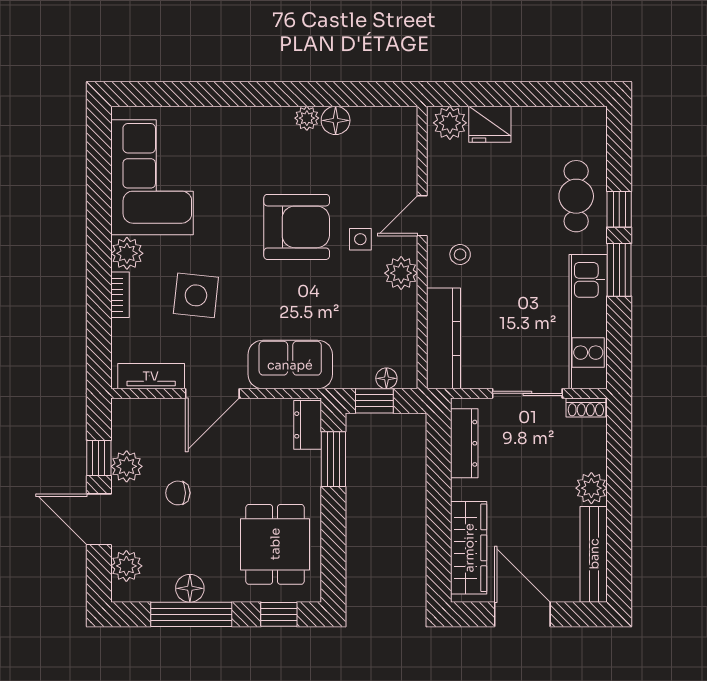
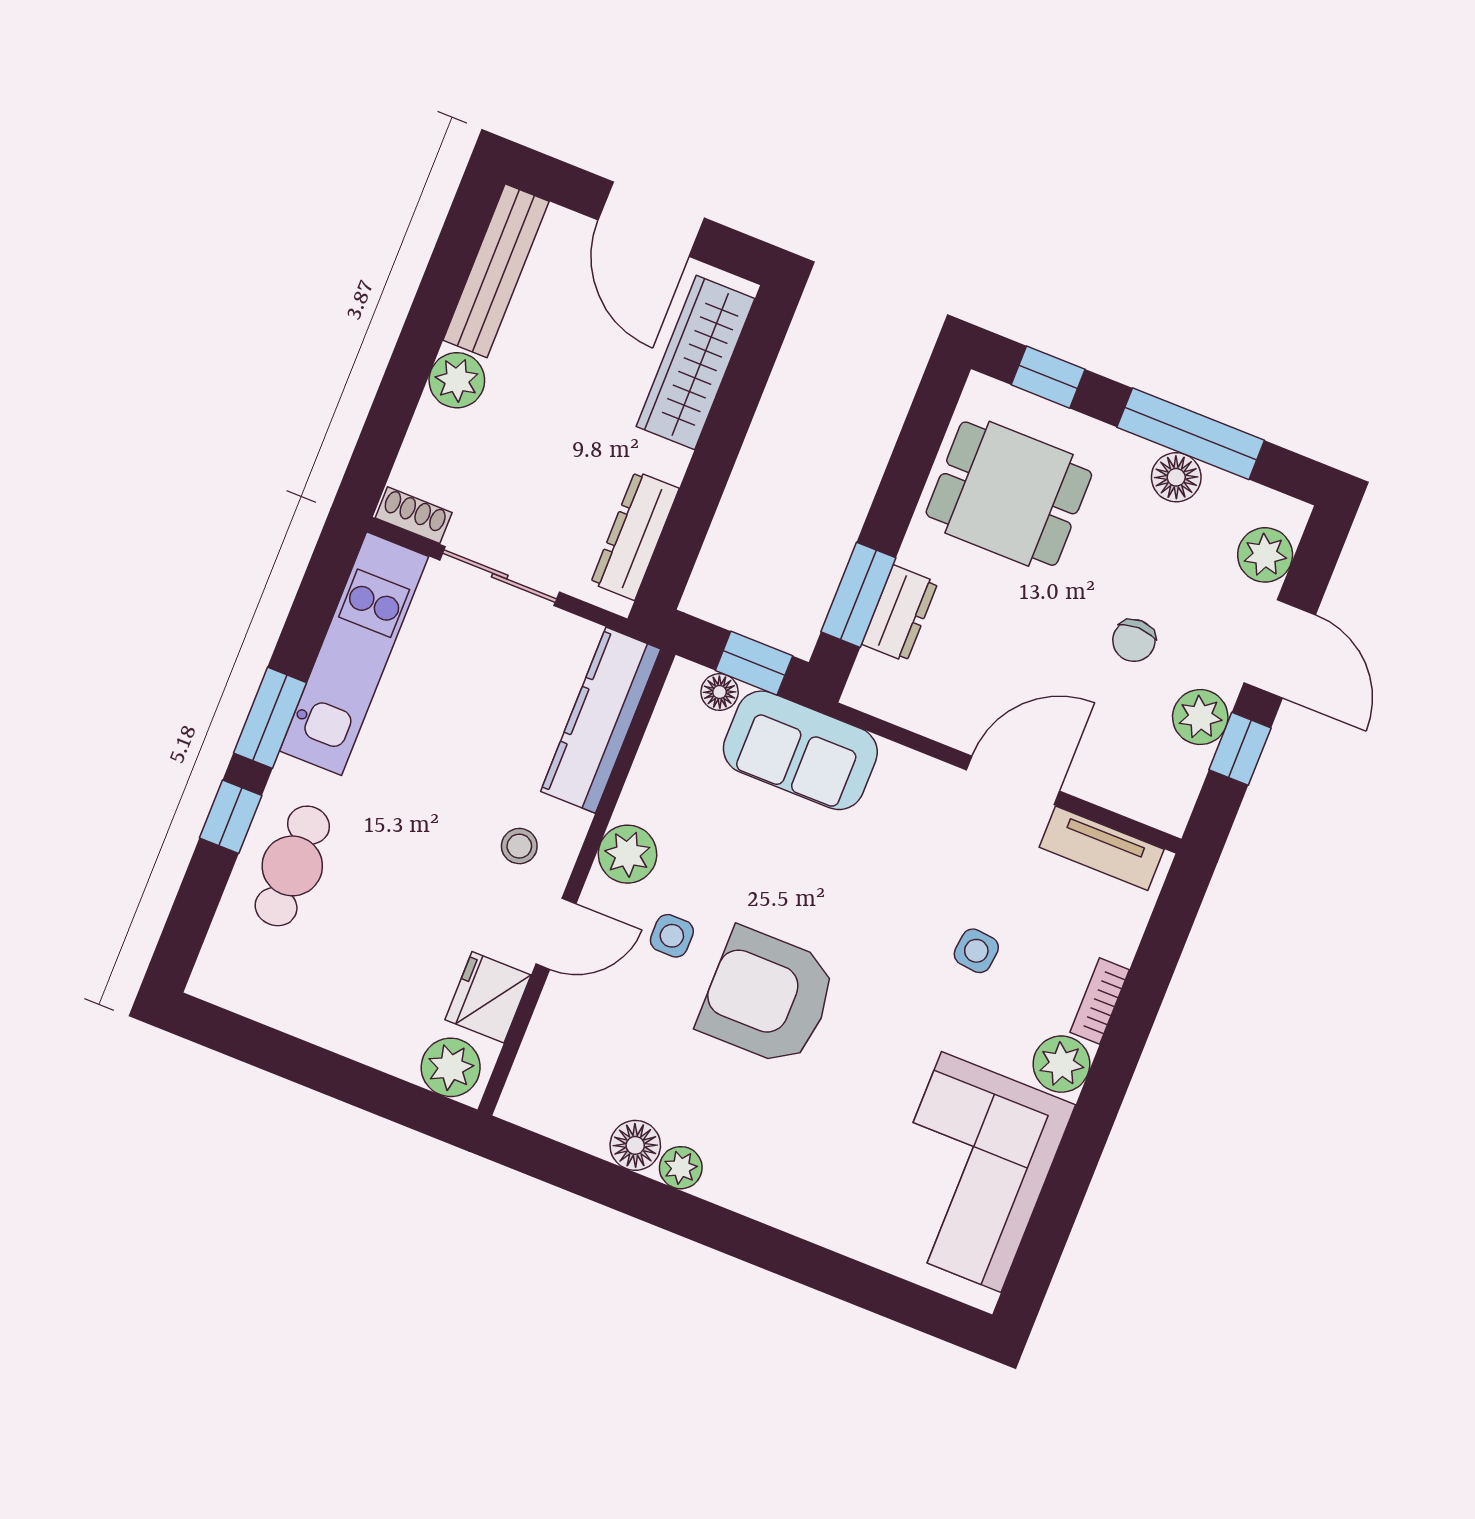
fridge: (490, 124) -> (488, 997), moved, turned -90
side table: (196, 295) -> (976, 951), width x0.54, depth x0.54
sofa: (290, 365) -> (800, 750), moved
dresser: (308, 425) -> (900, 613), moved
chair: (178, 493) -> (1134, 640), turned 90
dining table: (275, 544) -> (1009, 494), turned 90

